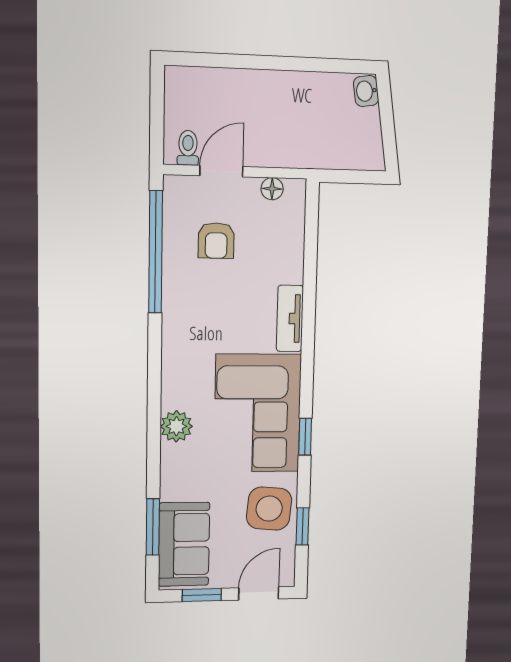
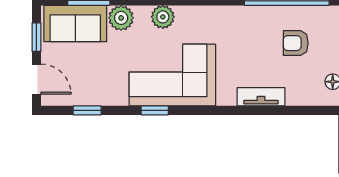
tv unit: (290, 318) -> (261, 97), moved
plant: (177, 483) -> (121, 18), added
side table: (269, 509) -> (101, 85), removed

